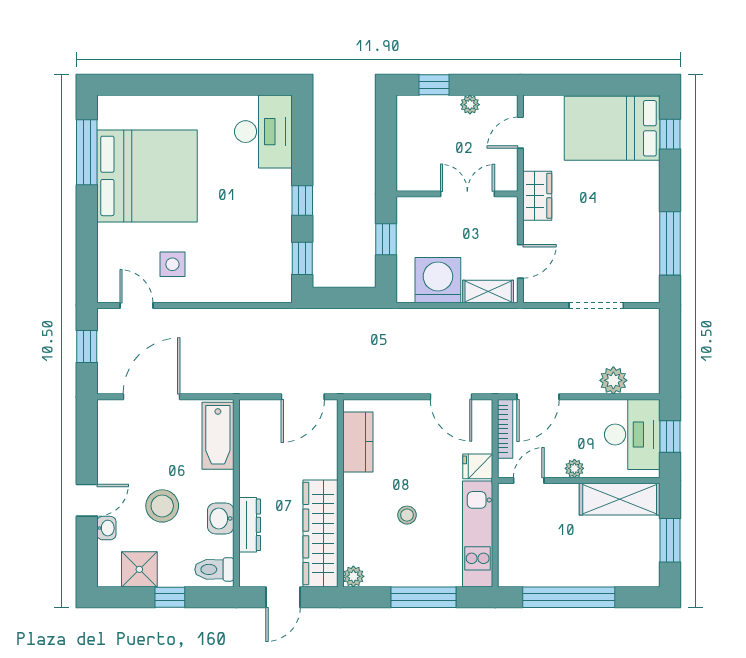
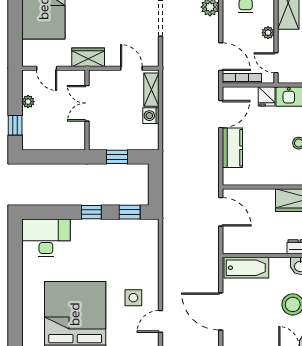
washing machine: (438, 280) -> (151, 116), width x0.53, depth x0.53
kitchen counter: (358, 442) -> (232, 148), moved, turned 90

